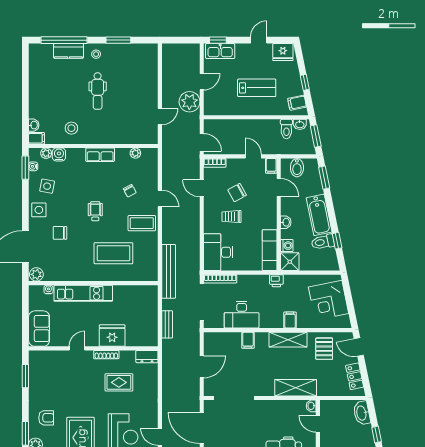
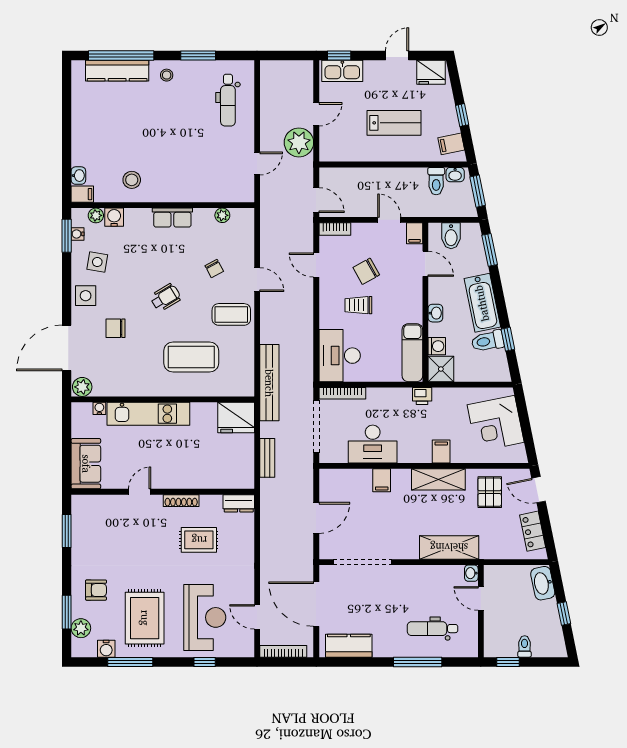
kitchen counter: (69, 51) -> (117, 71), width x1.50
dental chair: (98, 91) -> (228, 100), moved
wheelchair: (95, 211) -> (165, 297), turned 59
fridge: (112, 336) -> (236, 417), moved, turned 180

